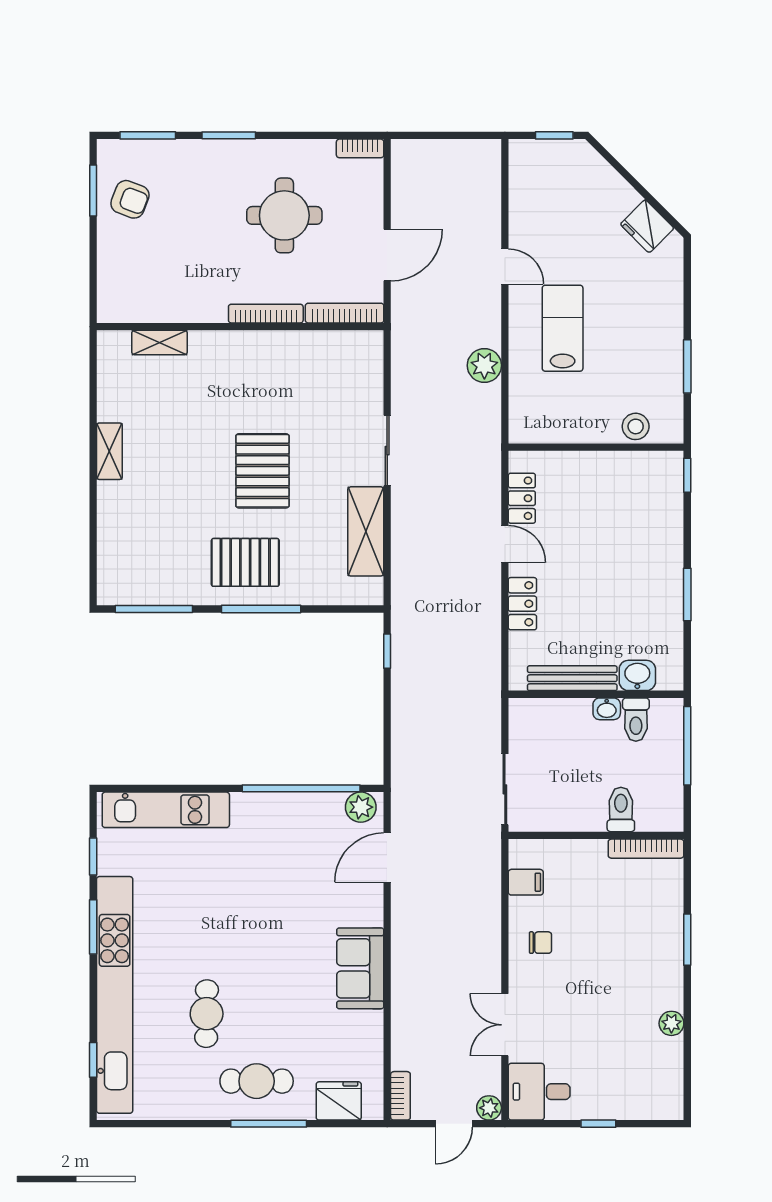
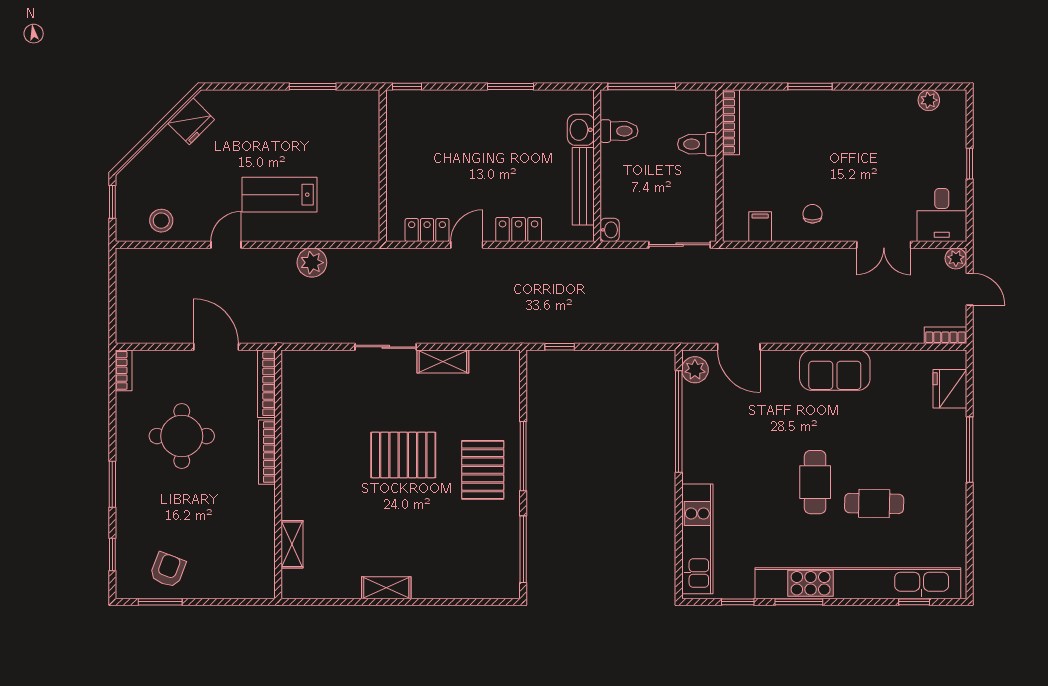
window: (148, 135) -> (112, 554), width x0.67
stool: (636, 426) -> (161, 221), moved
shelving: (366, 531) -> (443, 361), width x0.67, depth x0.75
washbasin: (607, 709) -> (610, 230), moved
plant: (671, 1023) -> (929, 100), moved
cafe table: (257, 1081) -> (815, 482), moved

